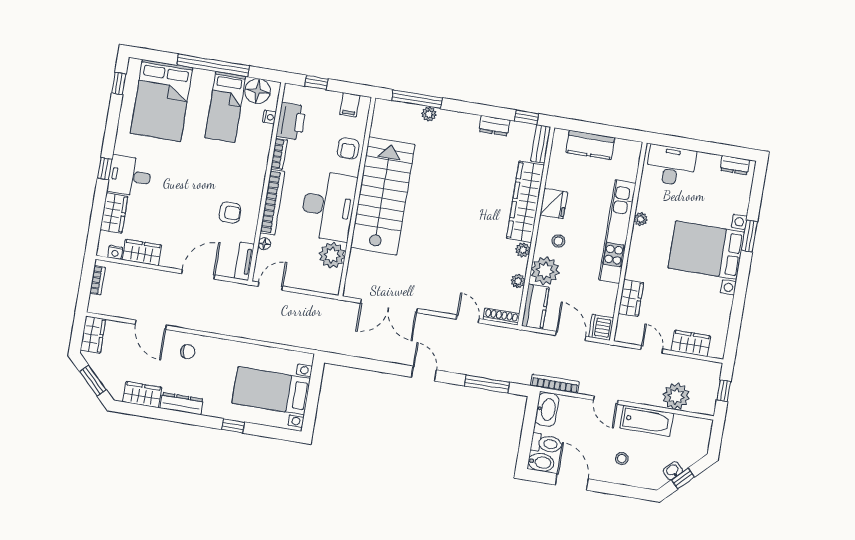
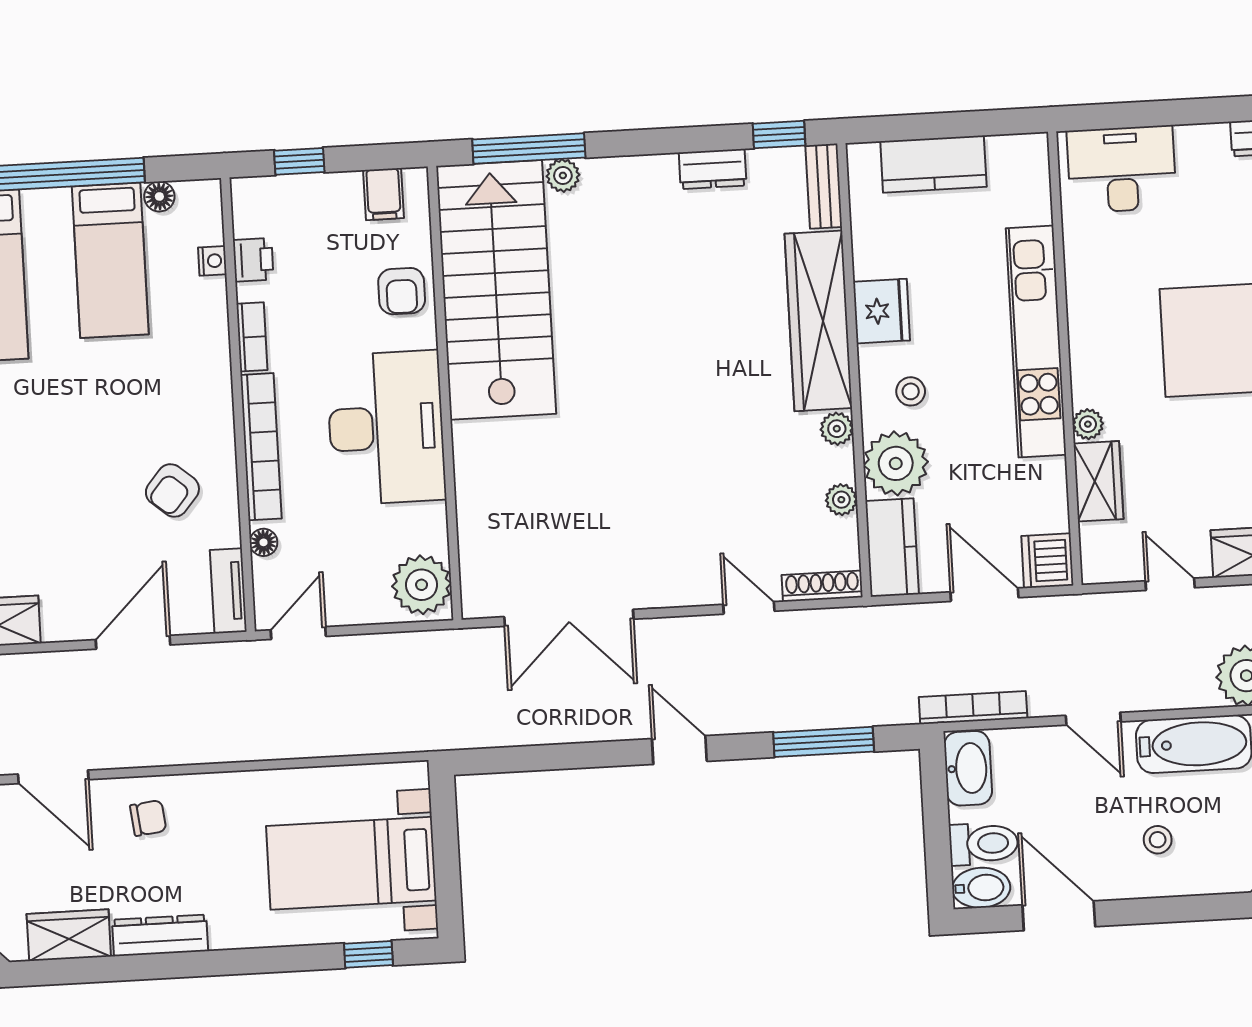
floor lamp: (258, 91) -> (159, 196), width x0.53, depth x0.53
printer: (291, 121) -> (253, 260), width x0.53, depth x0.68
stairs: (383, 196) -> (496, 290), moved
armchair: (230, 213) -> (172, 490), turned 130
plant: (641, 219) -> (1088, 424), moved
plant: (332, 255) -> (422, 585), moved
window: (233, 426) -> (368, 954), moved

